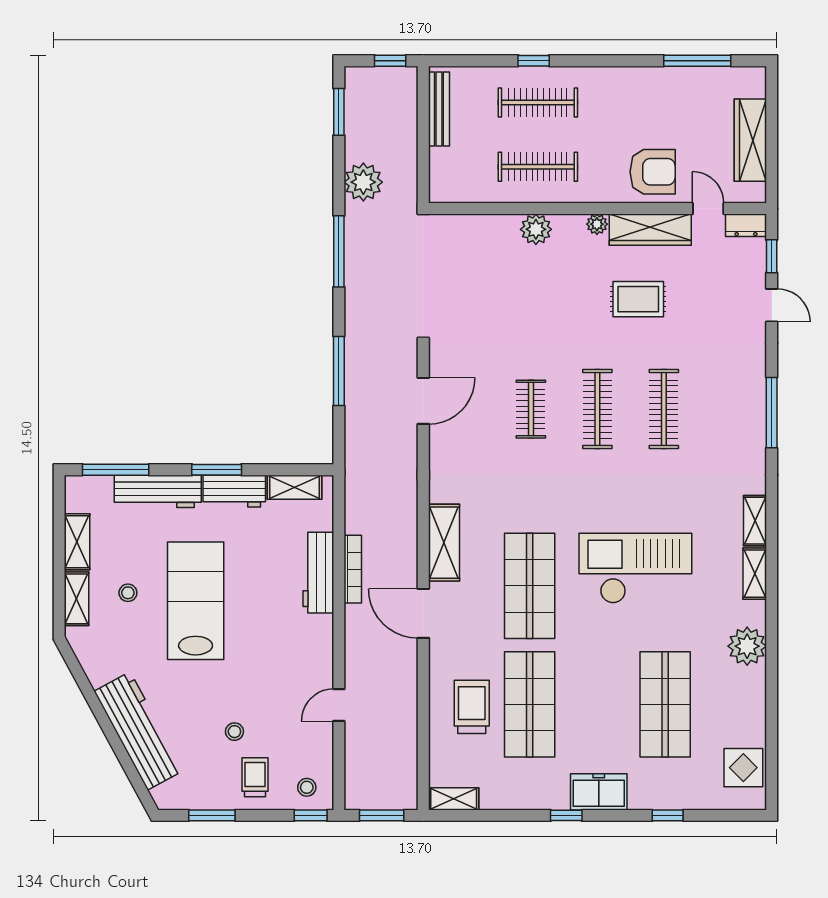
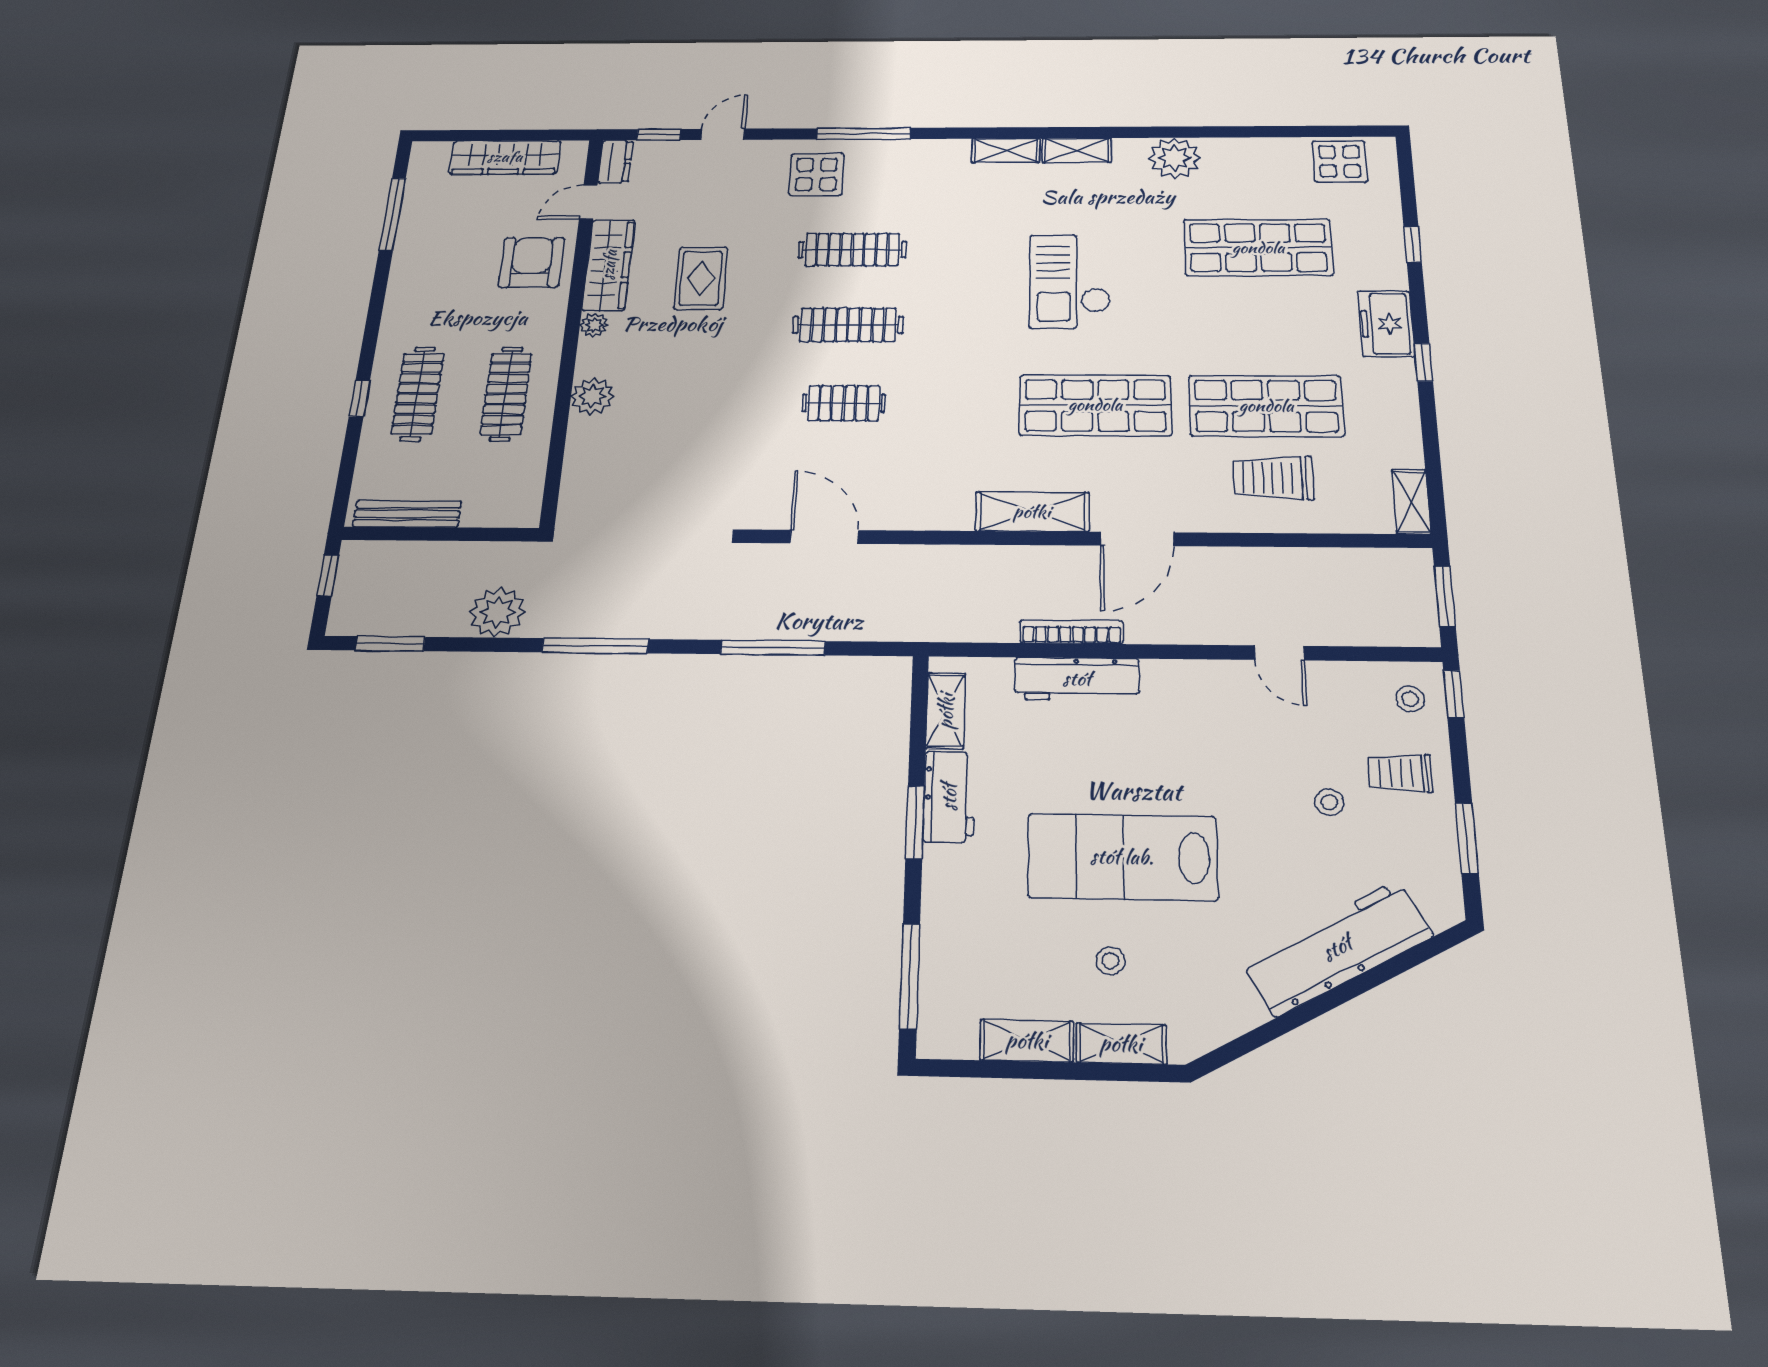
display table: (733, 379) -> (817, 174), added
workbench: (158, 491) -> (947, 911), removed
checkout: (635, 568) -> (1070, 281), width x0.73, depth x0.83

